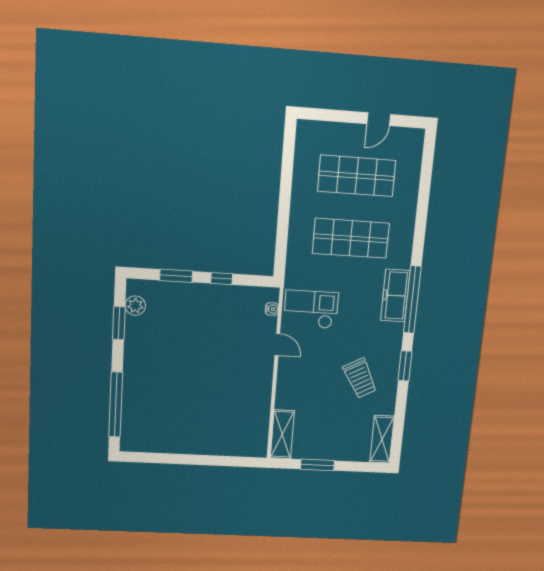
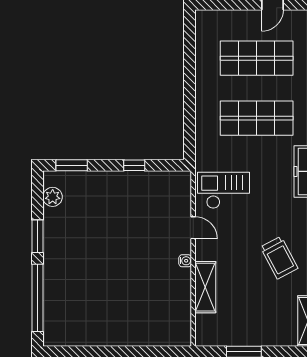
window: (176, 276) -> (72, 165), moved
water cooler: (272, 309) -> (185, 261), moved
window: (119, 323) -> (37, 236), moved
shelving: (282, 434) -> (205, 287), moved

